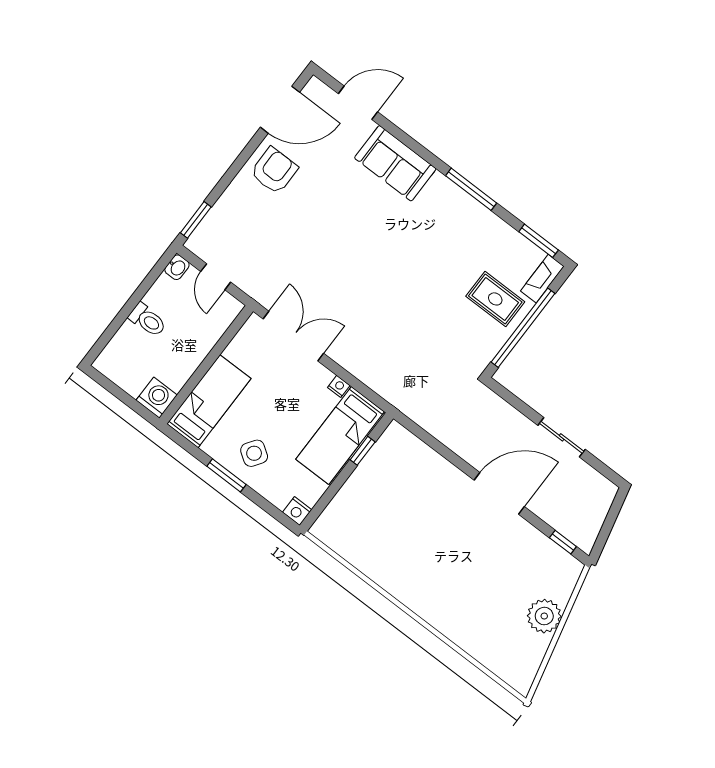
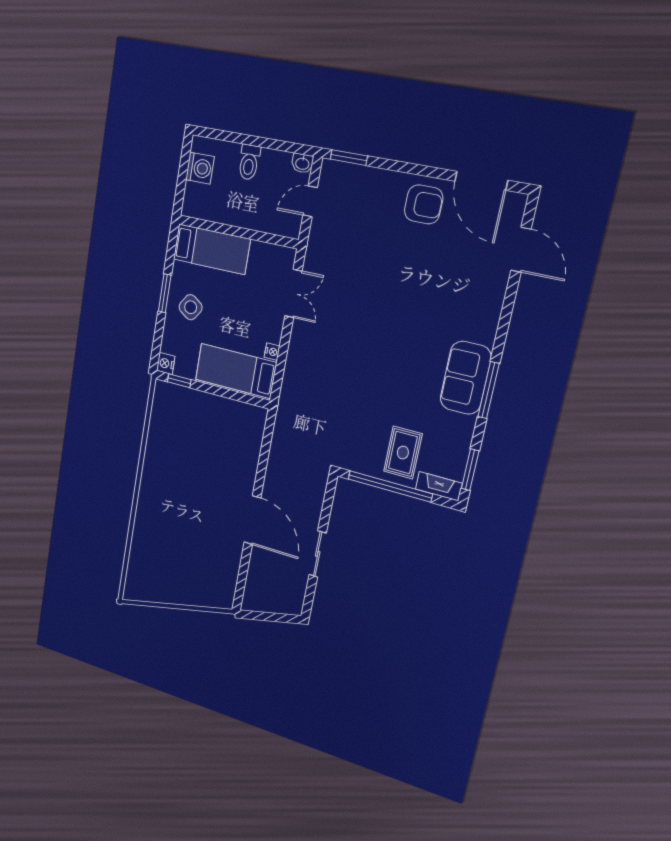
sofa: (395, 163) -> (466, 378), moved
double door: (293, 336) -> (293, 294), width x0.73
washing machine: (157, 398) -> (200, 168), moved
window: (363, 451) -> (179, 381), moved
window: (563, 542) -> (241, 586), removed
plant: (544, 616) -> (183, 591), removed

